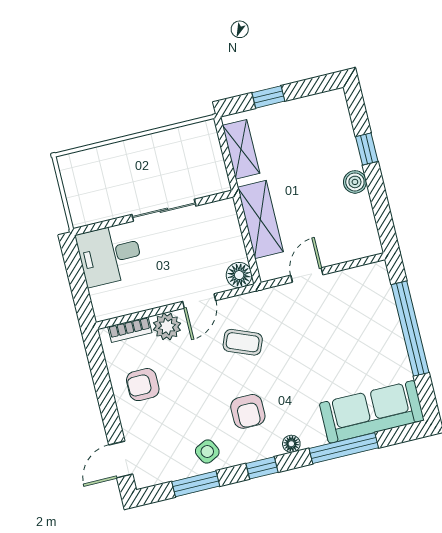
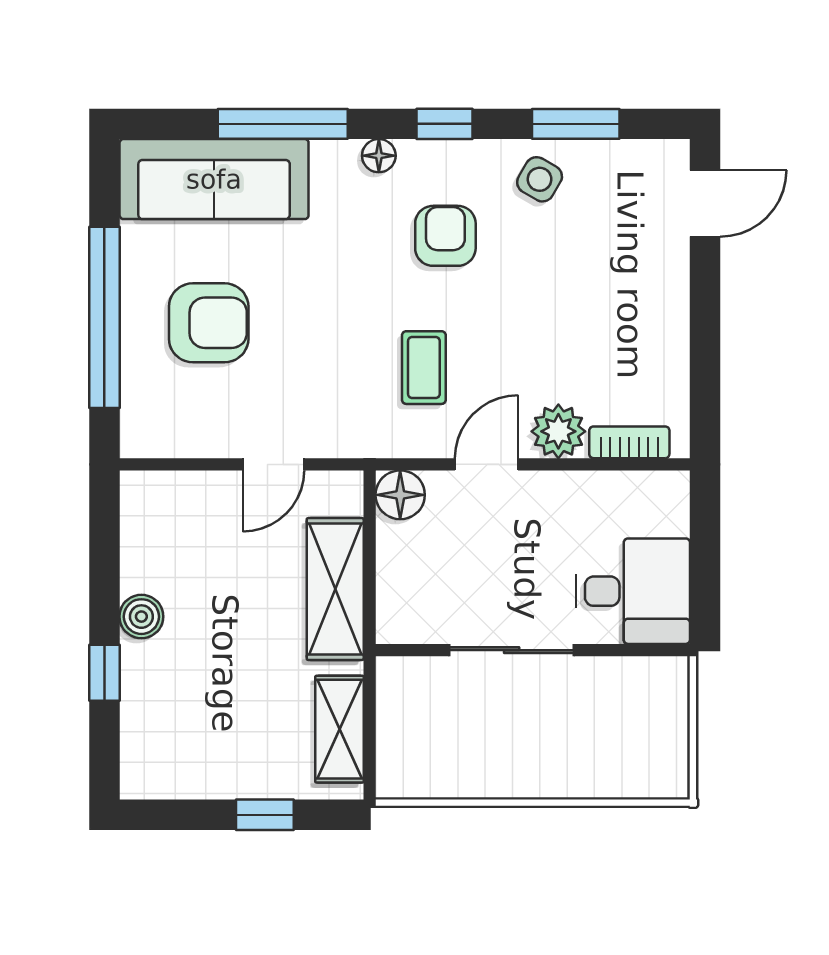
coffee table: (243, 342) -> (424, 368), turned 68
armchair: (143, 385) -> (209, 323), moved, width x1.38, depth x1.38
side table: (207, 451) -> (540, 179), turned -33

